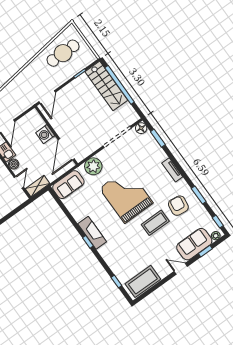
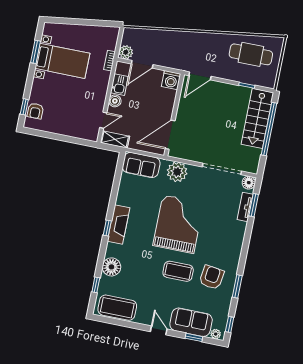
washing machine: (45, 134) -> (171, 80), moved, turned -90
tv unit: (172, 170) -> (245, 207), moved
floor lamp: (114, 262) -> (111, 267), added

